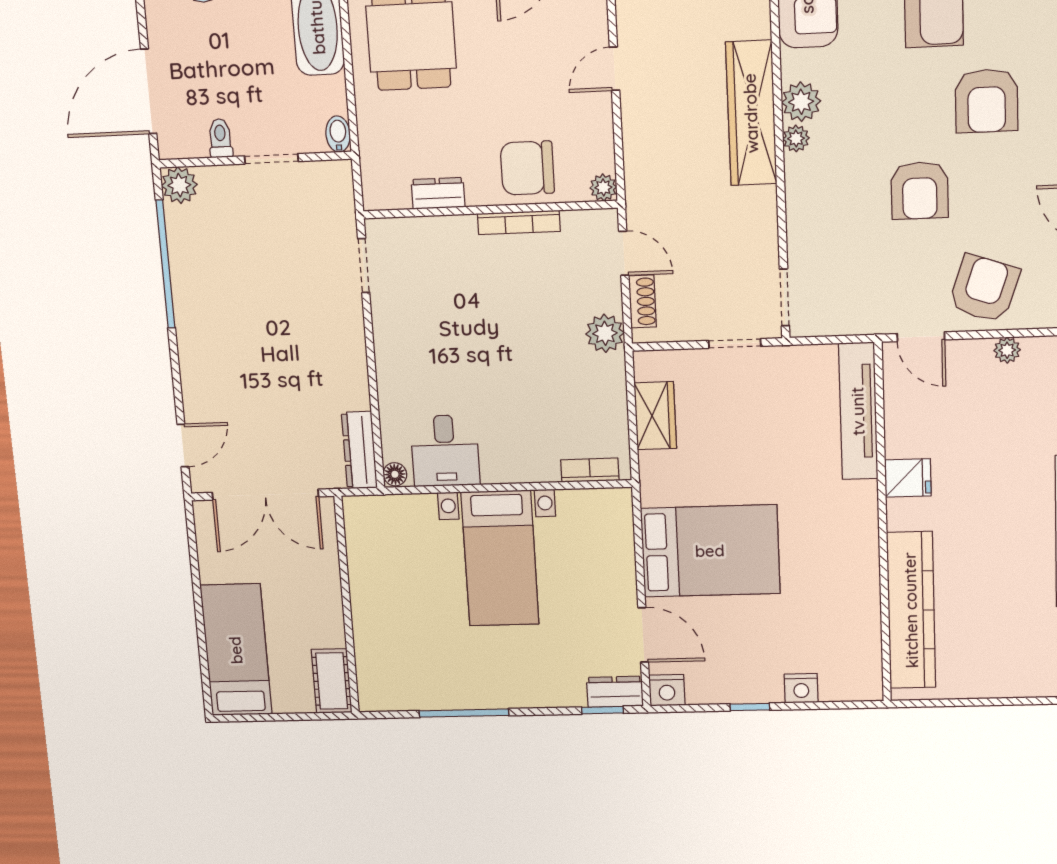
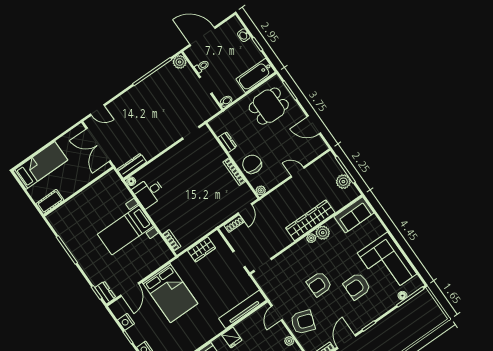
plant: (605, 333) -> (217, 218), removed
nightstand: (667, 690) -> (126, 322), moved

